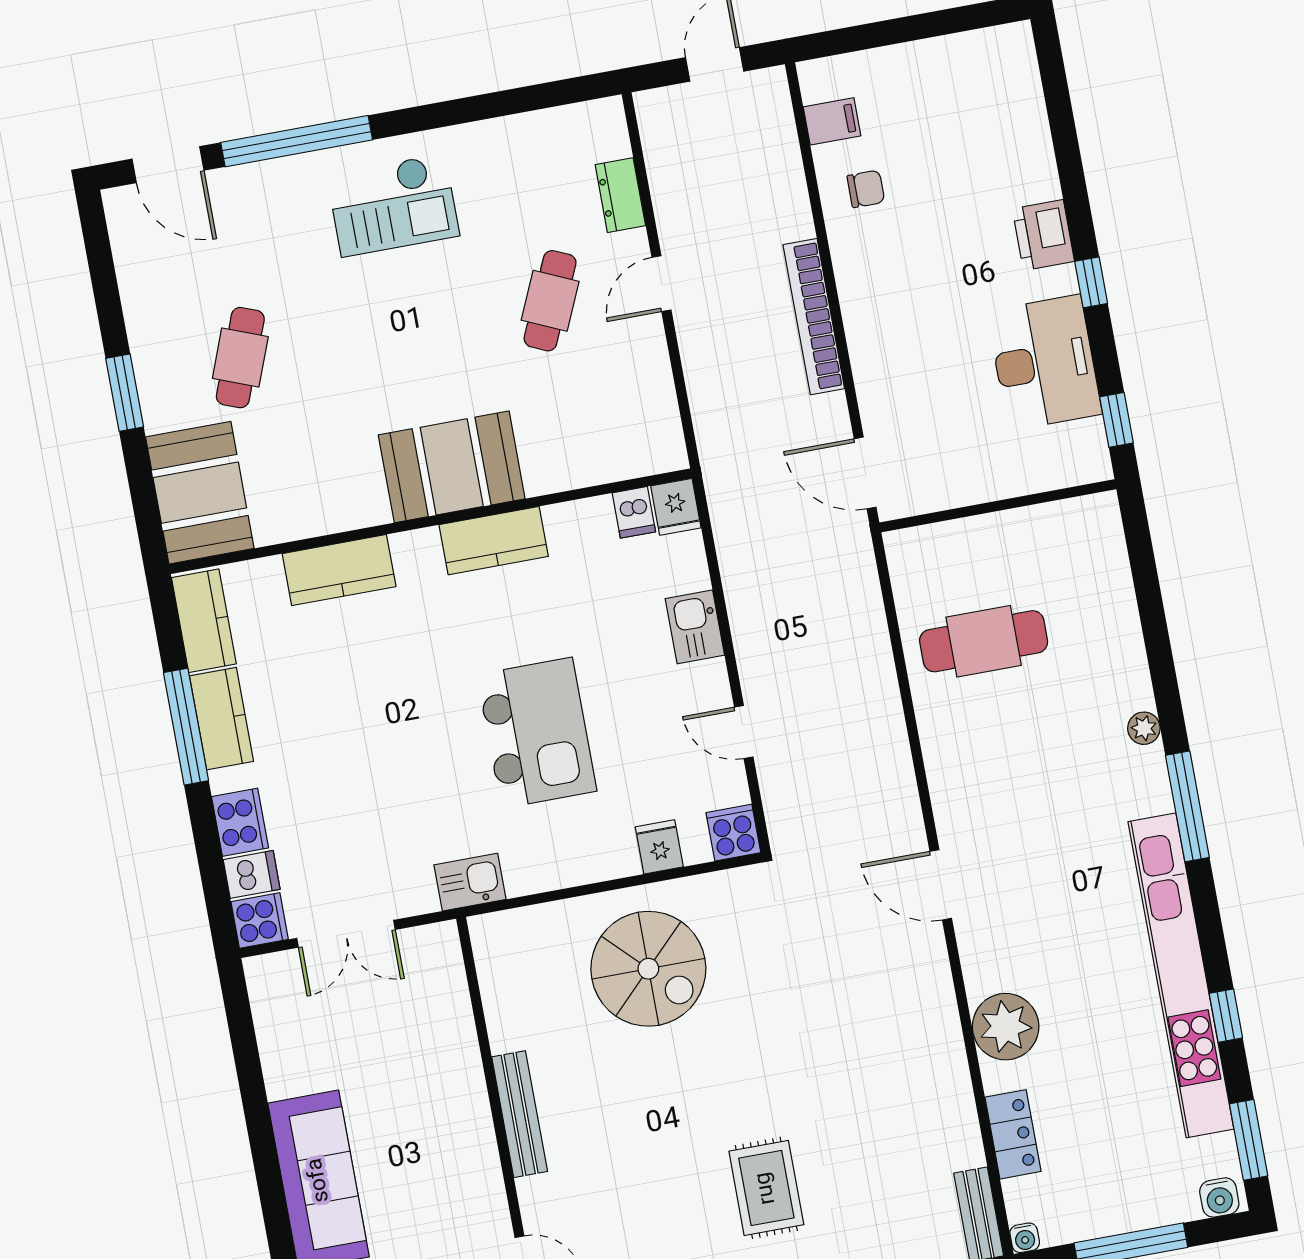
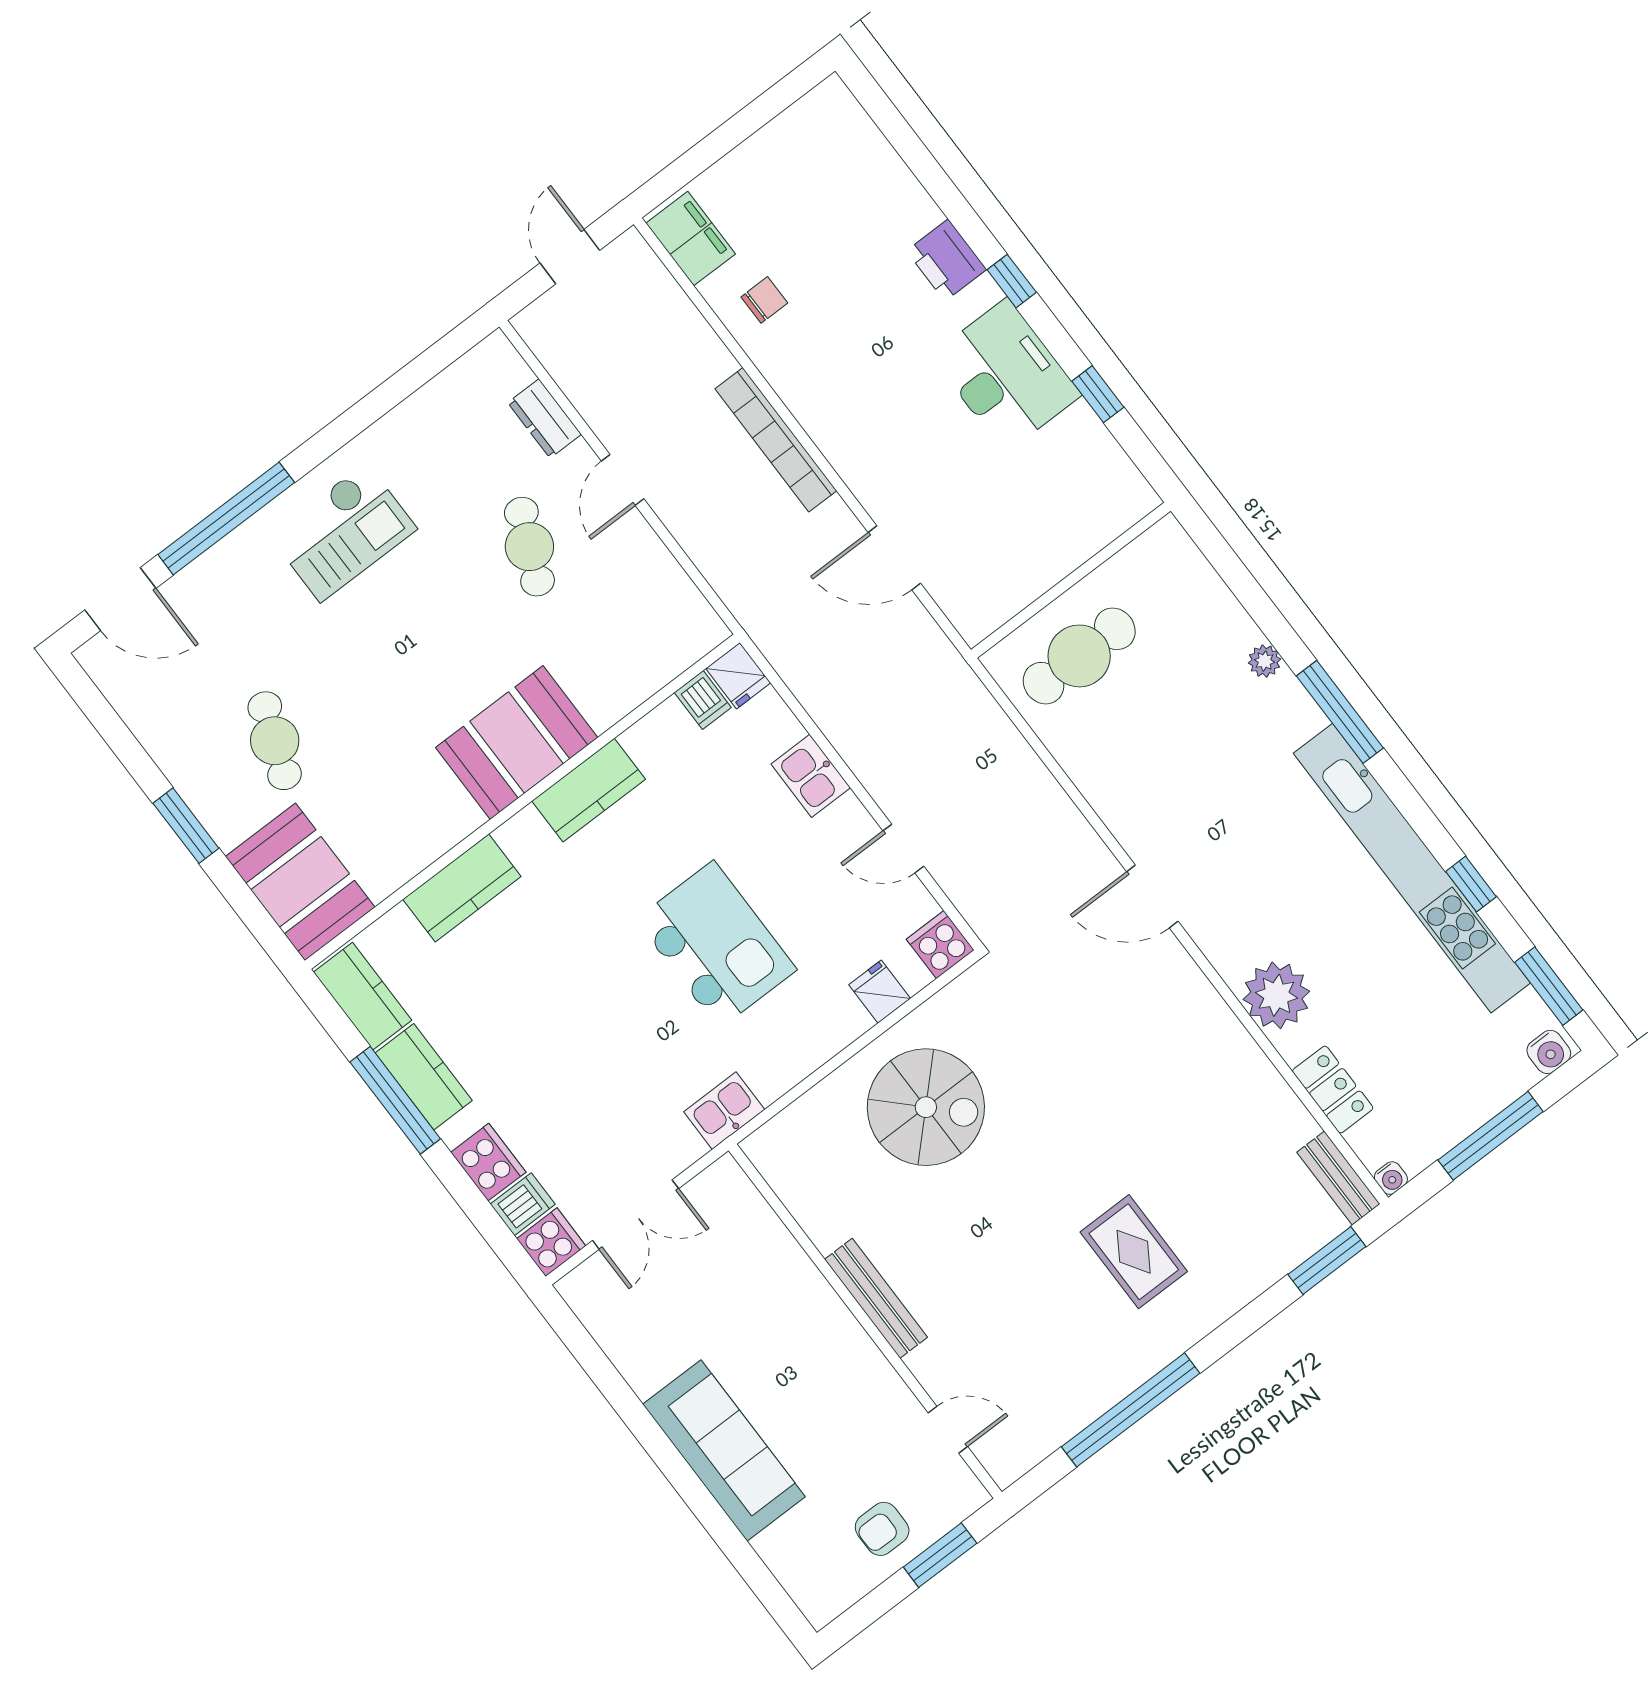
filing cabinet: (832, 121) -> (691, 239), width x2.00
wall: (998, 506) -> (1071, 580), moved

